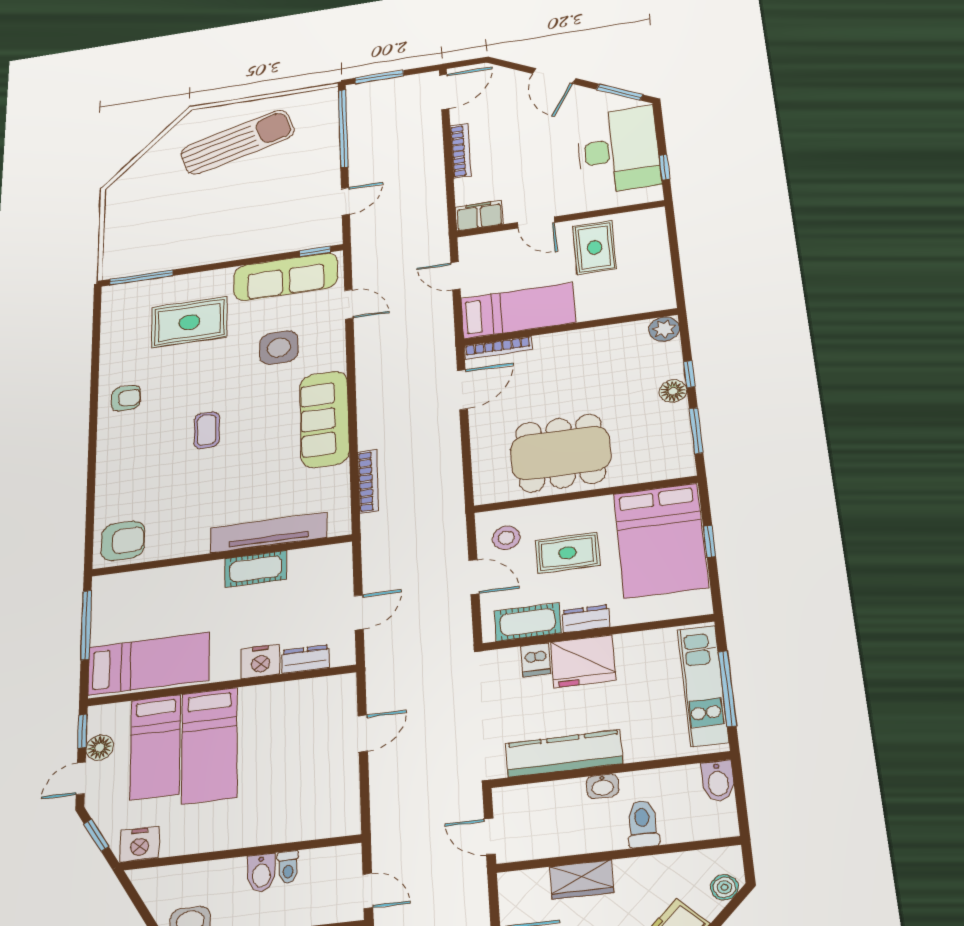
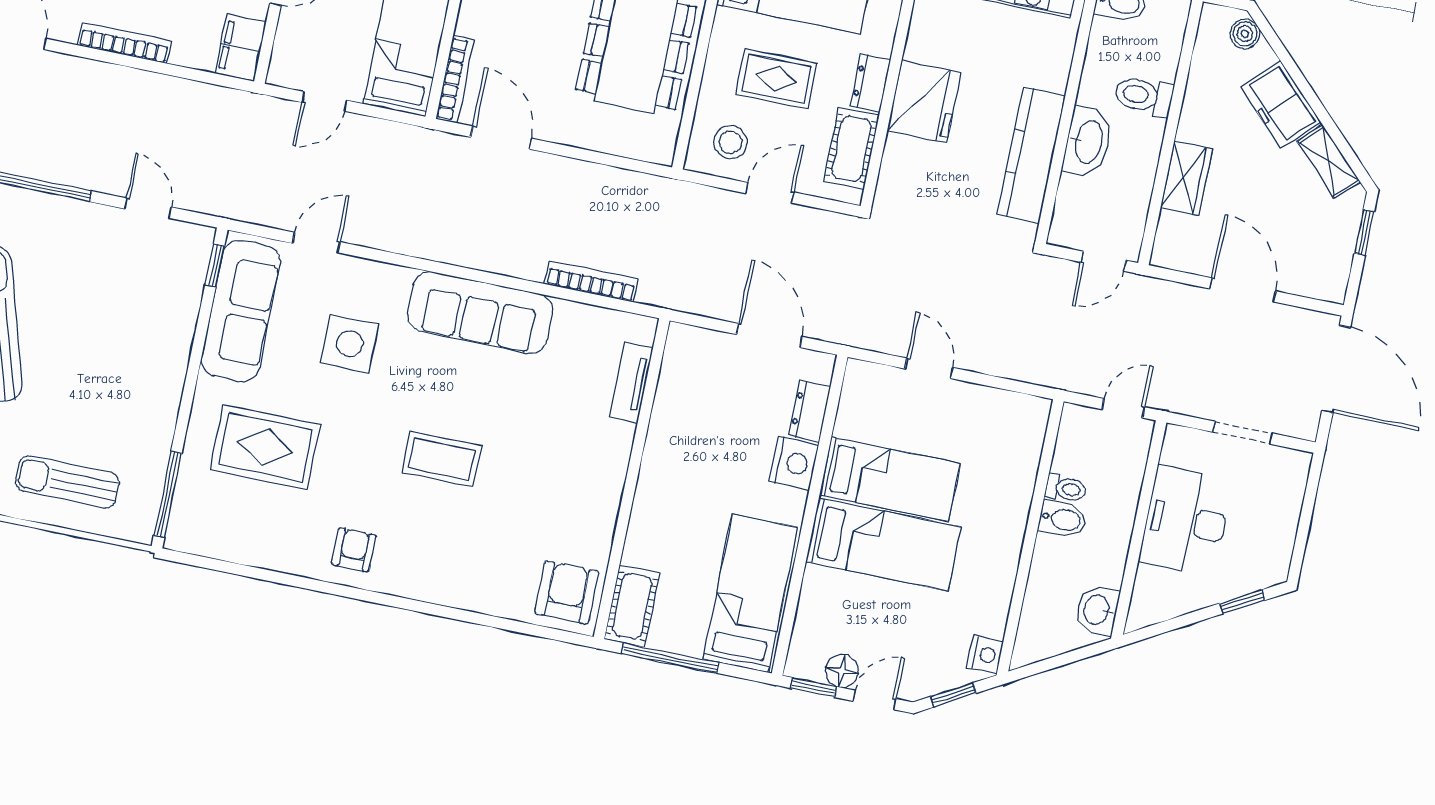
sun lounger: (137, 219) -> (67, 482), added
rug: (189, 322) -> (265, 447), turned 90
coffee table: (207, 430) -> (442, 459), width x1.36, depth x1.30
tv unit: (268, 533) -> (631, 383), width x0.52, depth x0.78
rug: (568, 553) -> (776, 79), turned 90
cot: (256, 569) -> (632, 606), moved
door: (359, 612) -> (769, 336), width x1.38
dishwasher: (536, 660) -> (903, 153), removed
bed: (155, 747) -> (890, 479), moved
door: (81, 778) -> (875, 700), swing flipped
washbasin: (603, 786) -> (1088, 142), width x1.91, depth x1.45
nightstand: (140, 844) -> (985, 655), width x0.74, depth x0.75

